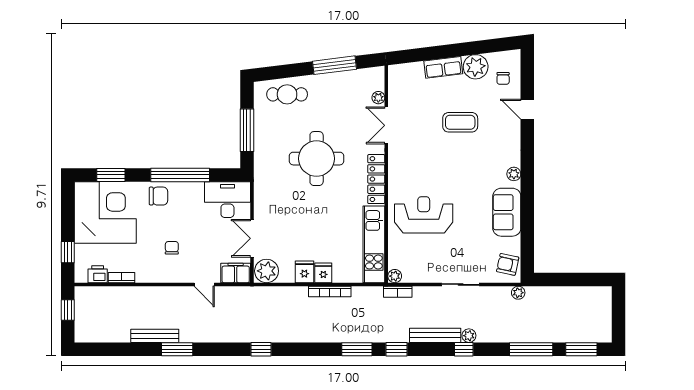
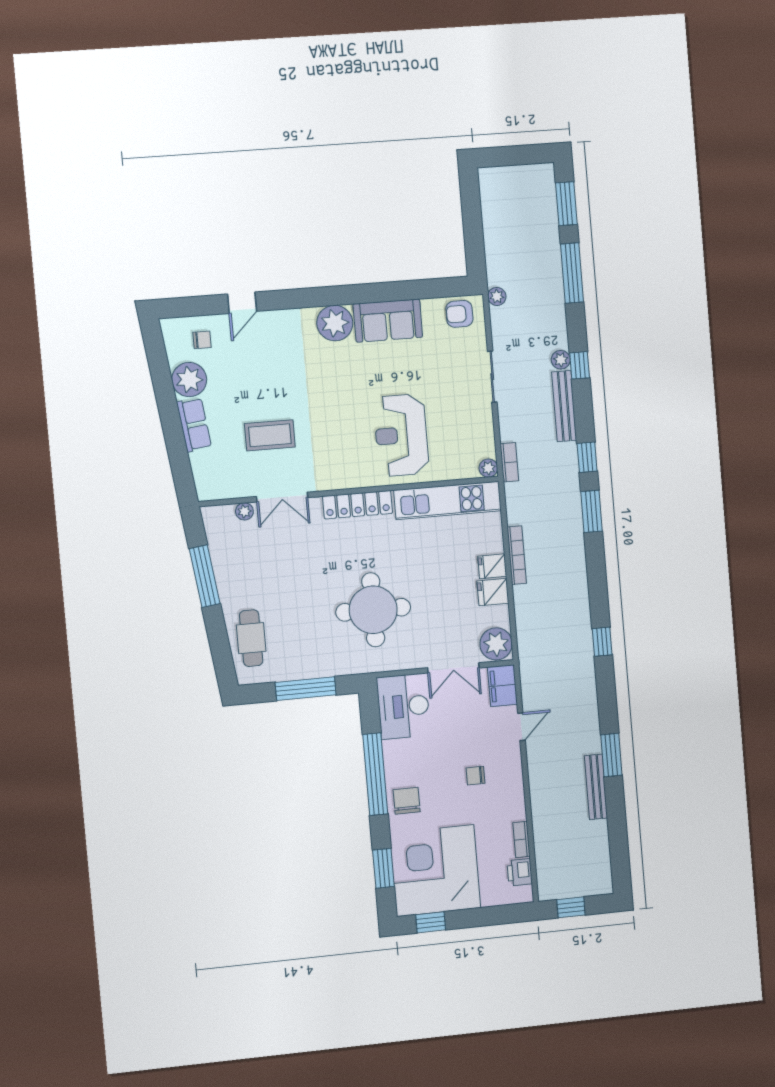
coffee table: (460, 122) -> (270, 435), moved, turned 90
round table: (317, 159) -> (373, 610), moved
plant: (514, 174) -> (335, 323), width x1.88, depth x1.88
window: (68, 252) -> (431, 922), moved
armchair: (508, 264) -> (459, 314), turned 78

